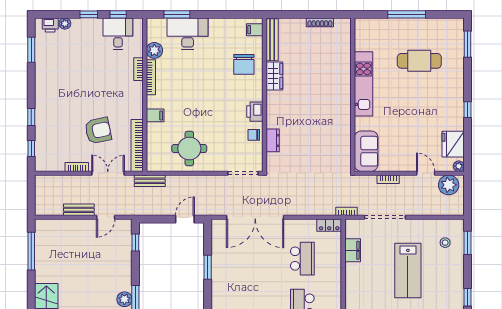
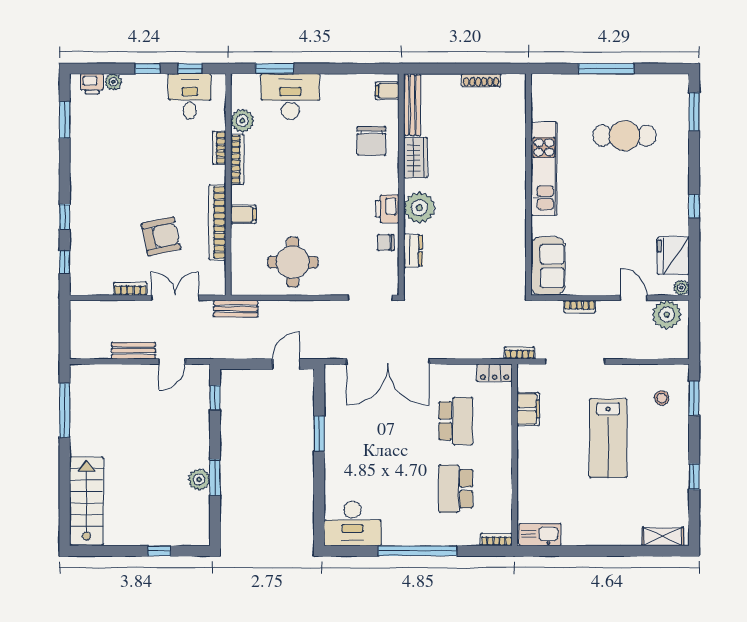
plant: (277, 111) -> (419, 208), added
bookcase: (137, 145) -> (217, 222), moved

